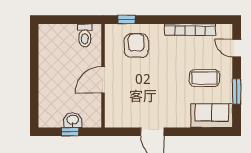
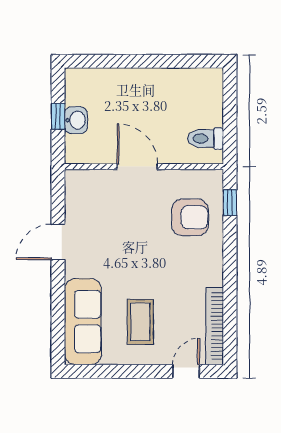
bookcase: (190, 29) -> (215, 326), moved
window: (237, 91) -> (120, 371), removed
sofa: (212, 116) -> (83, 322), width x1.36

